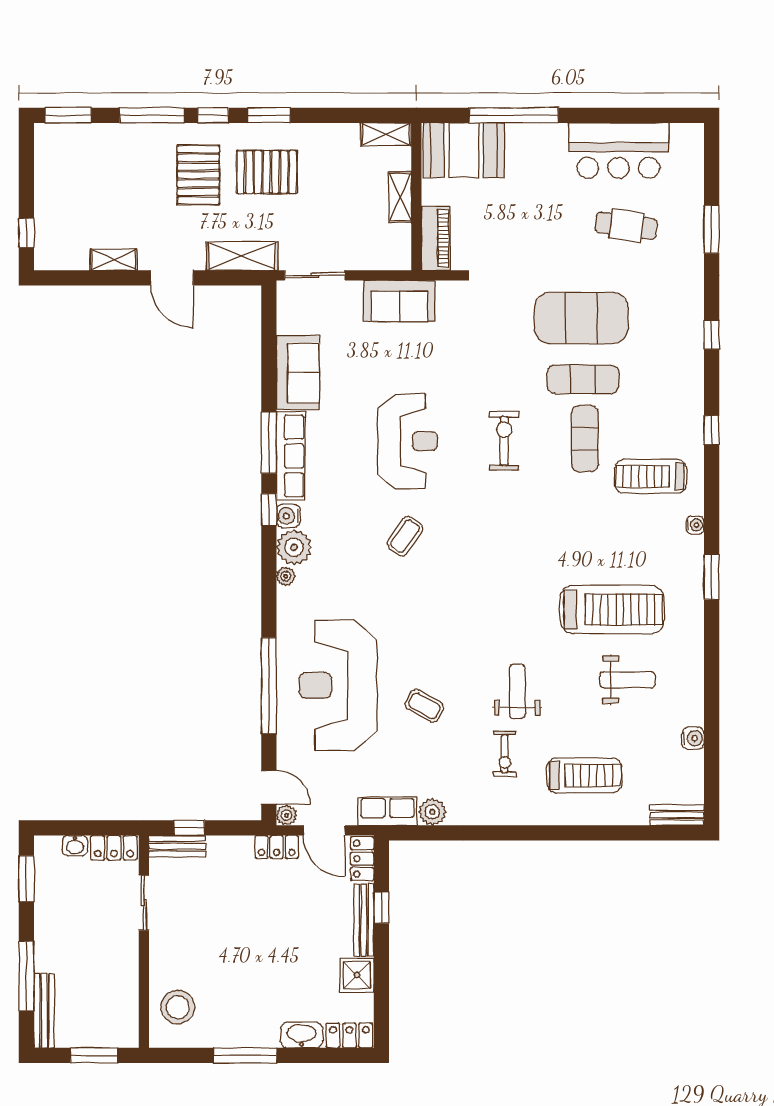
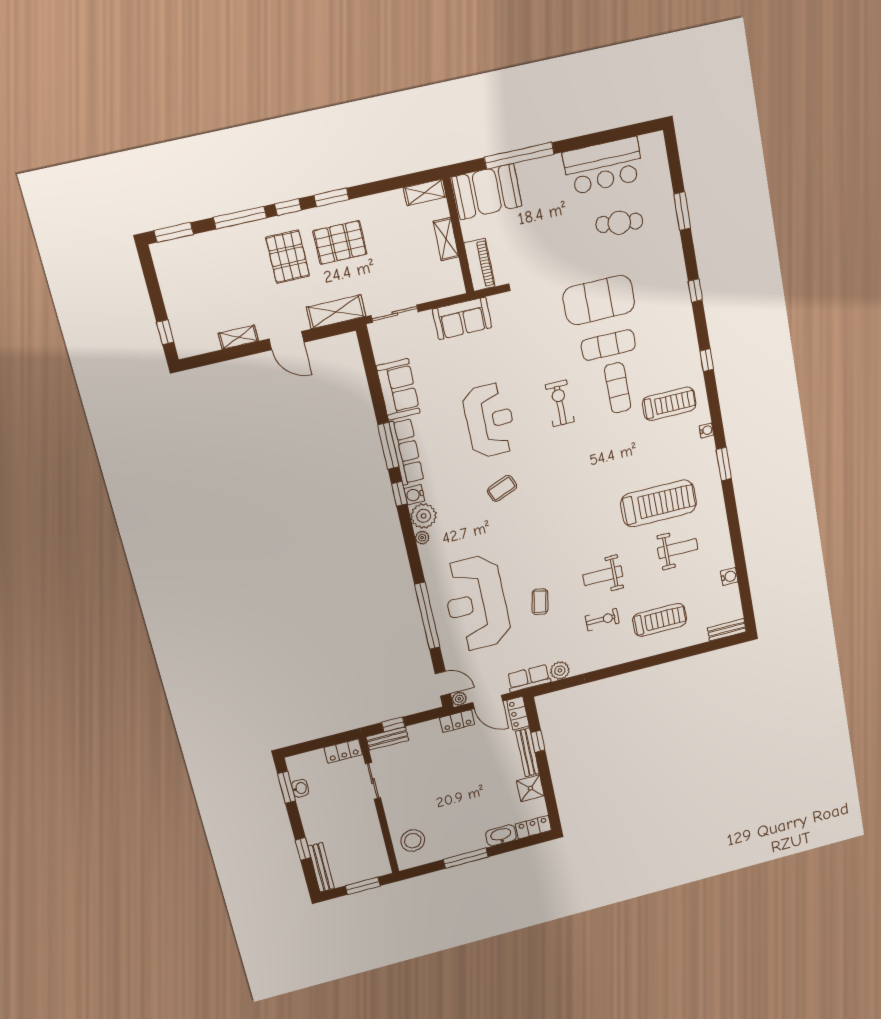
treadmill: (651, 476) -> (669, 404), turned 180
coffee table: (405, 536) -> (502, 488), turned 33
weight bench: (517, 691) -> (603, 576), turned -90
coffee table: (424, 706) -> (540, 602), turned 72
exercise bike: (505, 754) -> (602, 620), turned -90
washbasin: (75, 846) -> (300, 788), moved, turned -90
window: (26, 976) -> (303, 849), width x0.46

